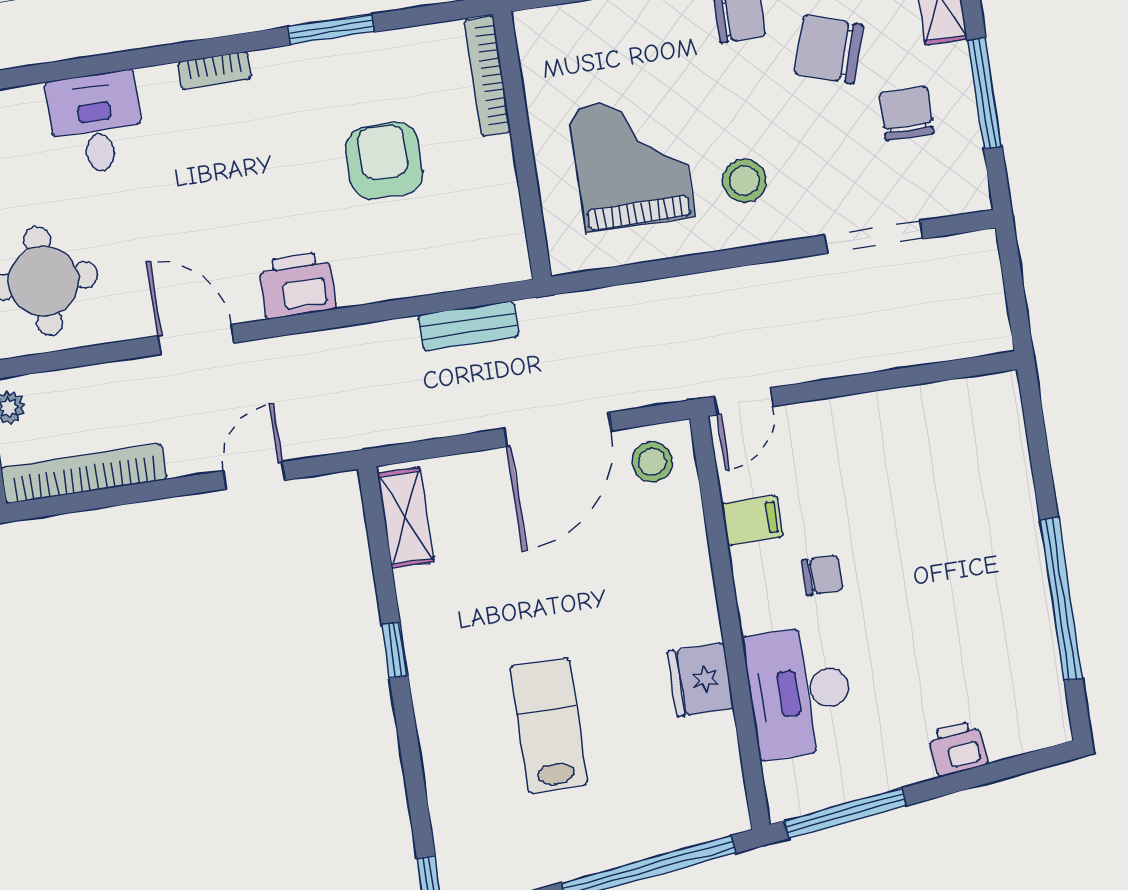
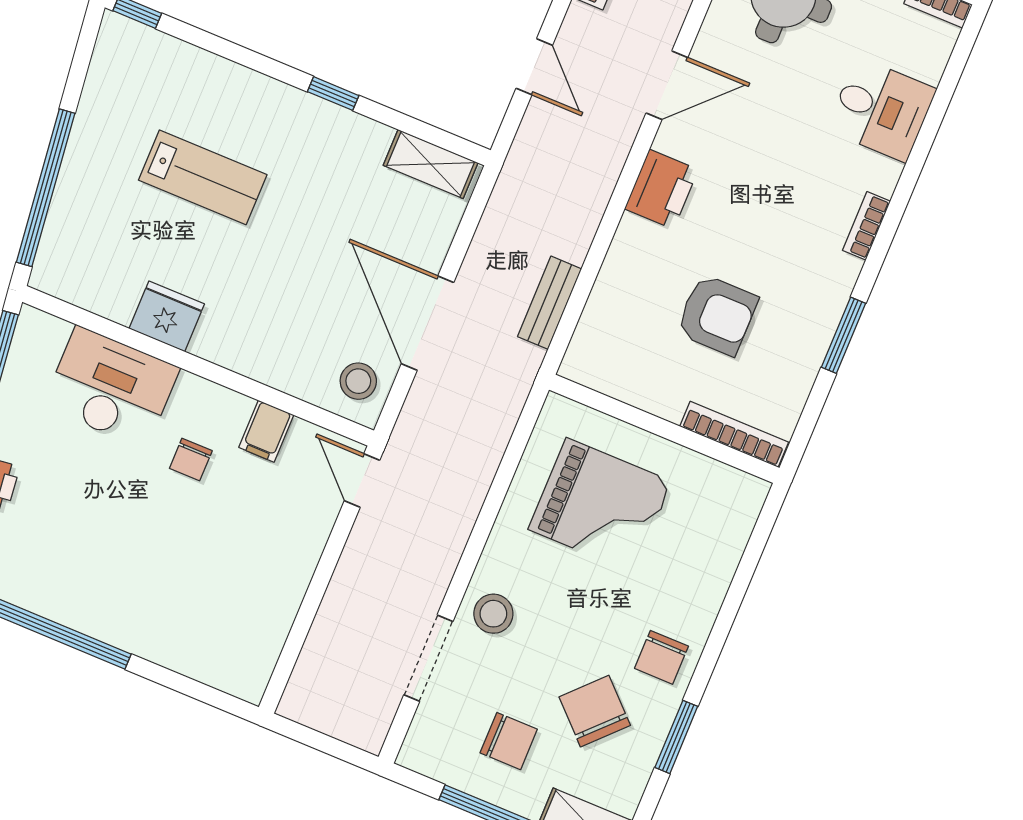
chair: (829, 49) -> (595, 711), turned -64
stool: (744, 181) -> (493, 614), moved

